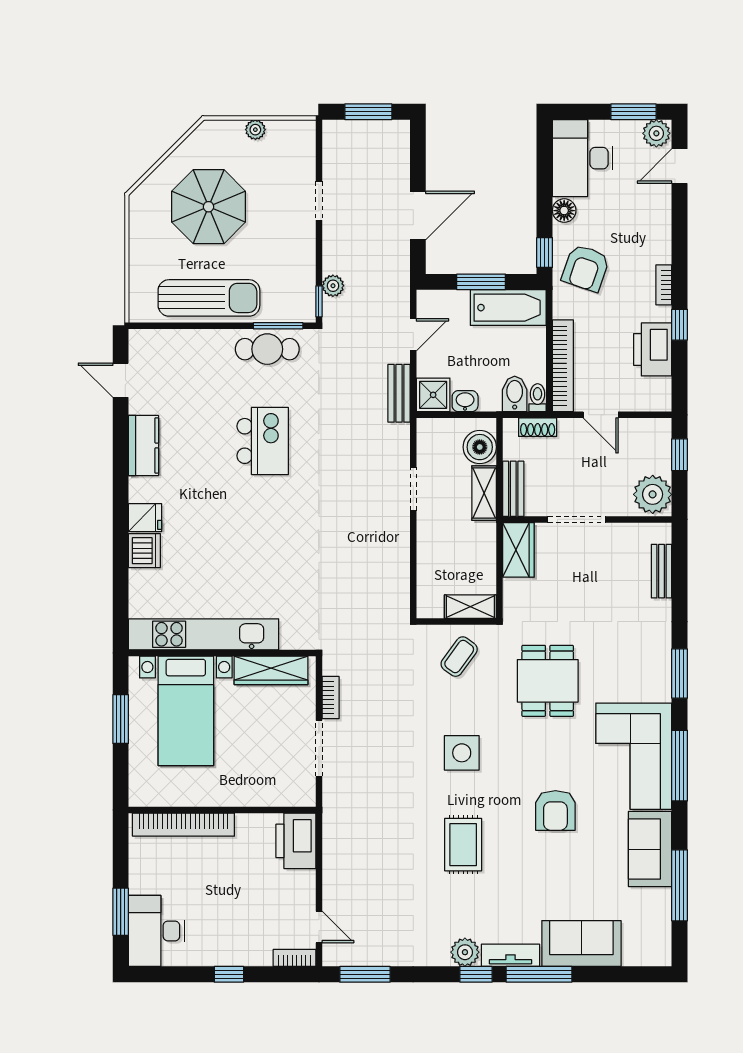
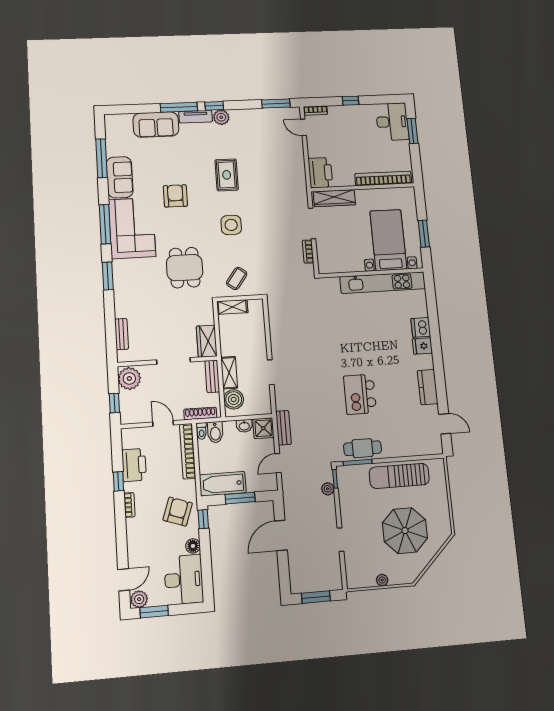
shoe rack: (538, 427) -> (200, 413), width x1.43
wardrobe: (271, 670) -> (334, 198), moved, turned 180

